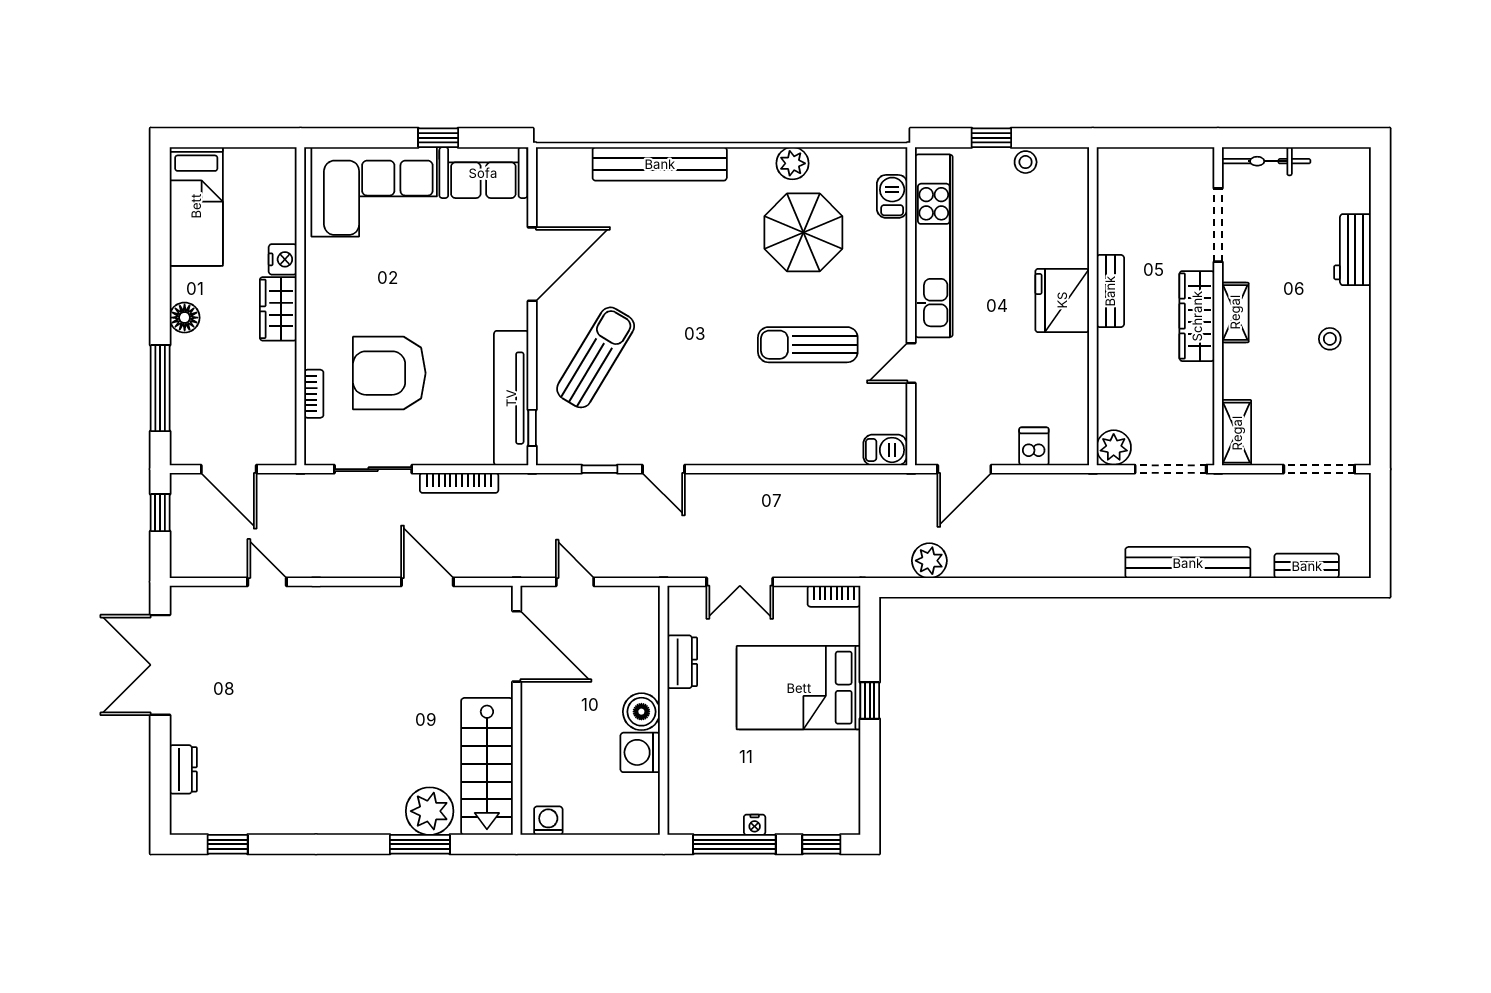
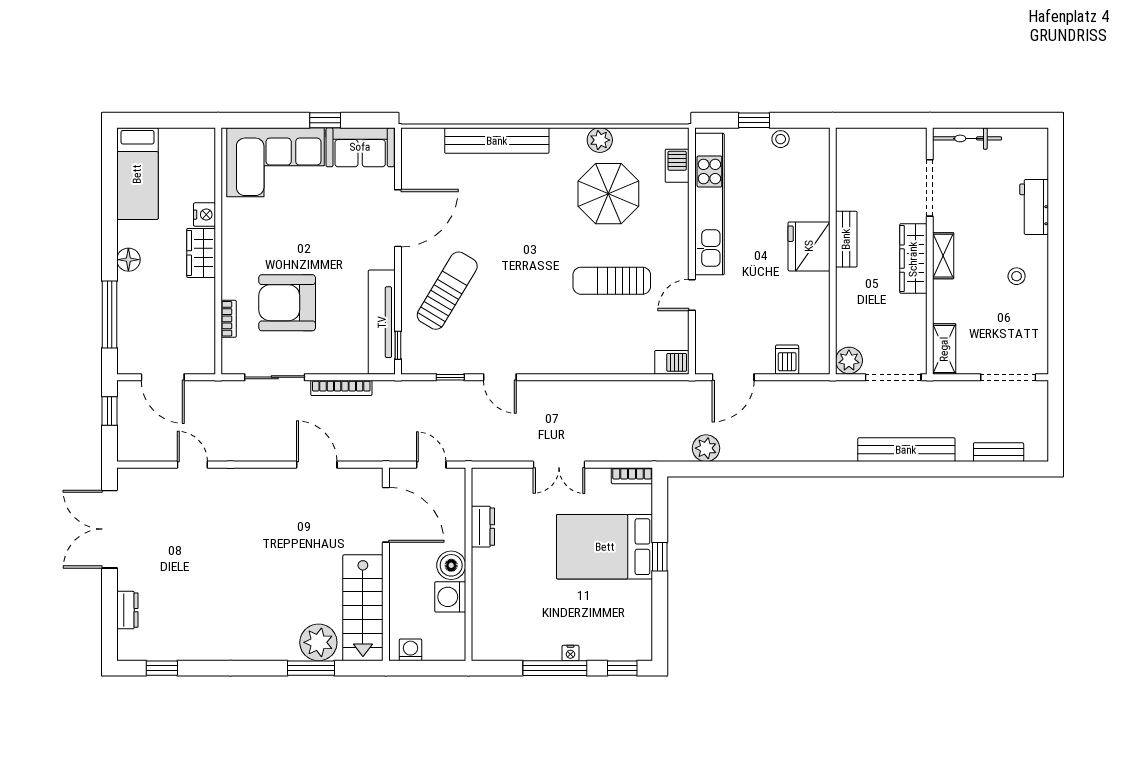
dresser: (682, 662) -> (483, 527), moved
wall: (664, 710) -> (468, 564), moved
boiler: (641, 712) -> (451, 565), moved
washing machine: (640, 752) -> (450, 597), moved

